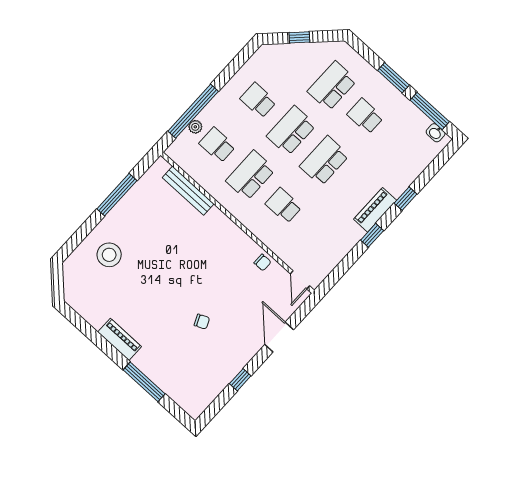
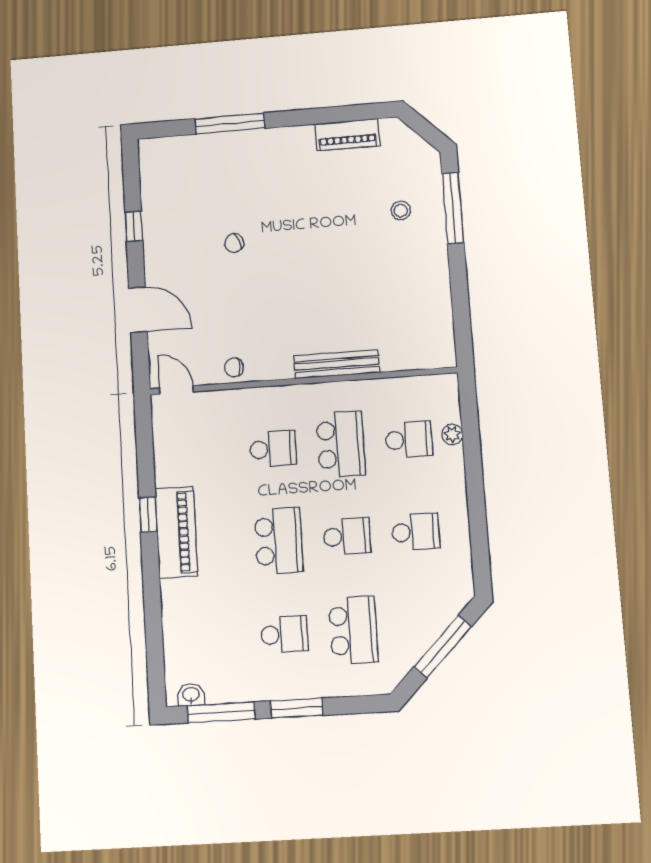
window: (299, 37) -> (443, 647), width x2.17
window: (193, 111) -> (472, 448), removed
school desk: (291, 131) -> (347, 536), width x0.54
bench: (188, 191) -> (337, 364), moved
window: (117, 195) -> (453, 208), moved
window: (406, 199) -> (152, 590), removed
piano: (375, 210) -> (176, 532), width x1.37, depth x1.33
stool: (109, 255) -> (401, 211), width x0.53, depth x0.53
piano: (120, 339) -> (347, 135), moved

